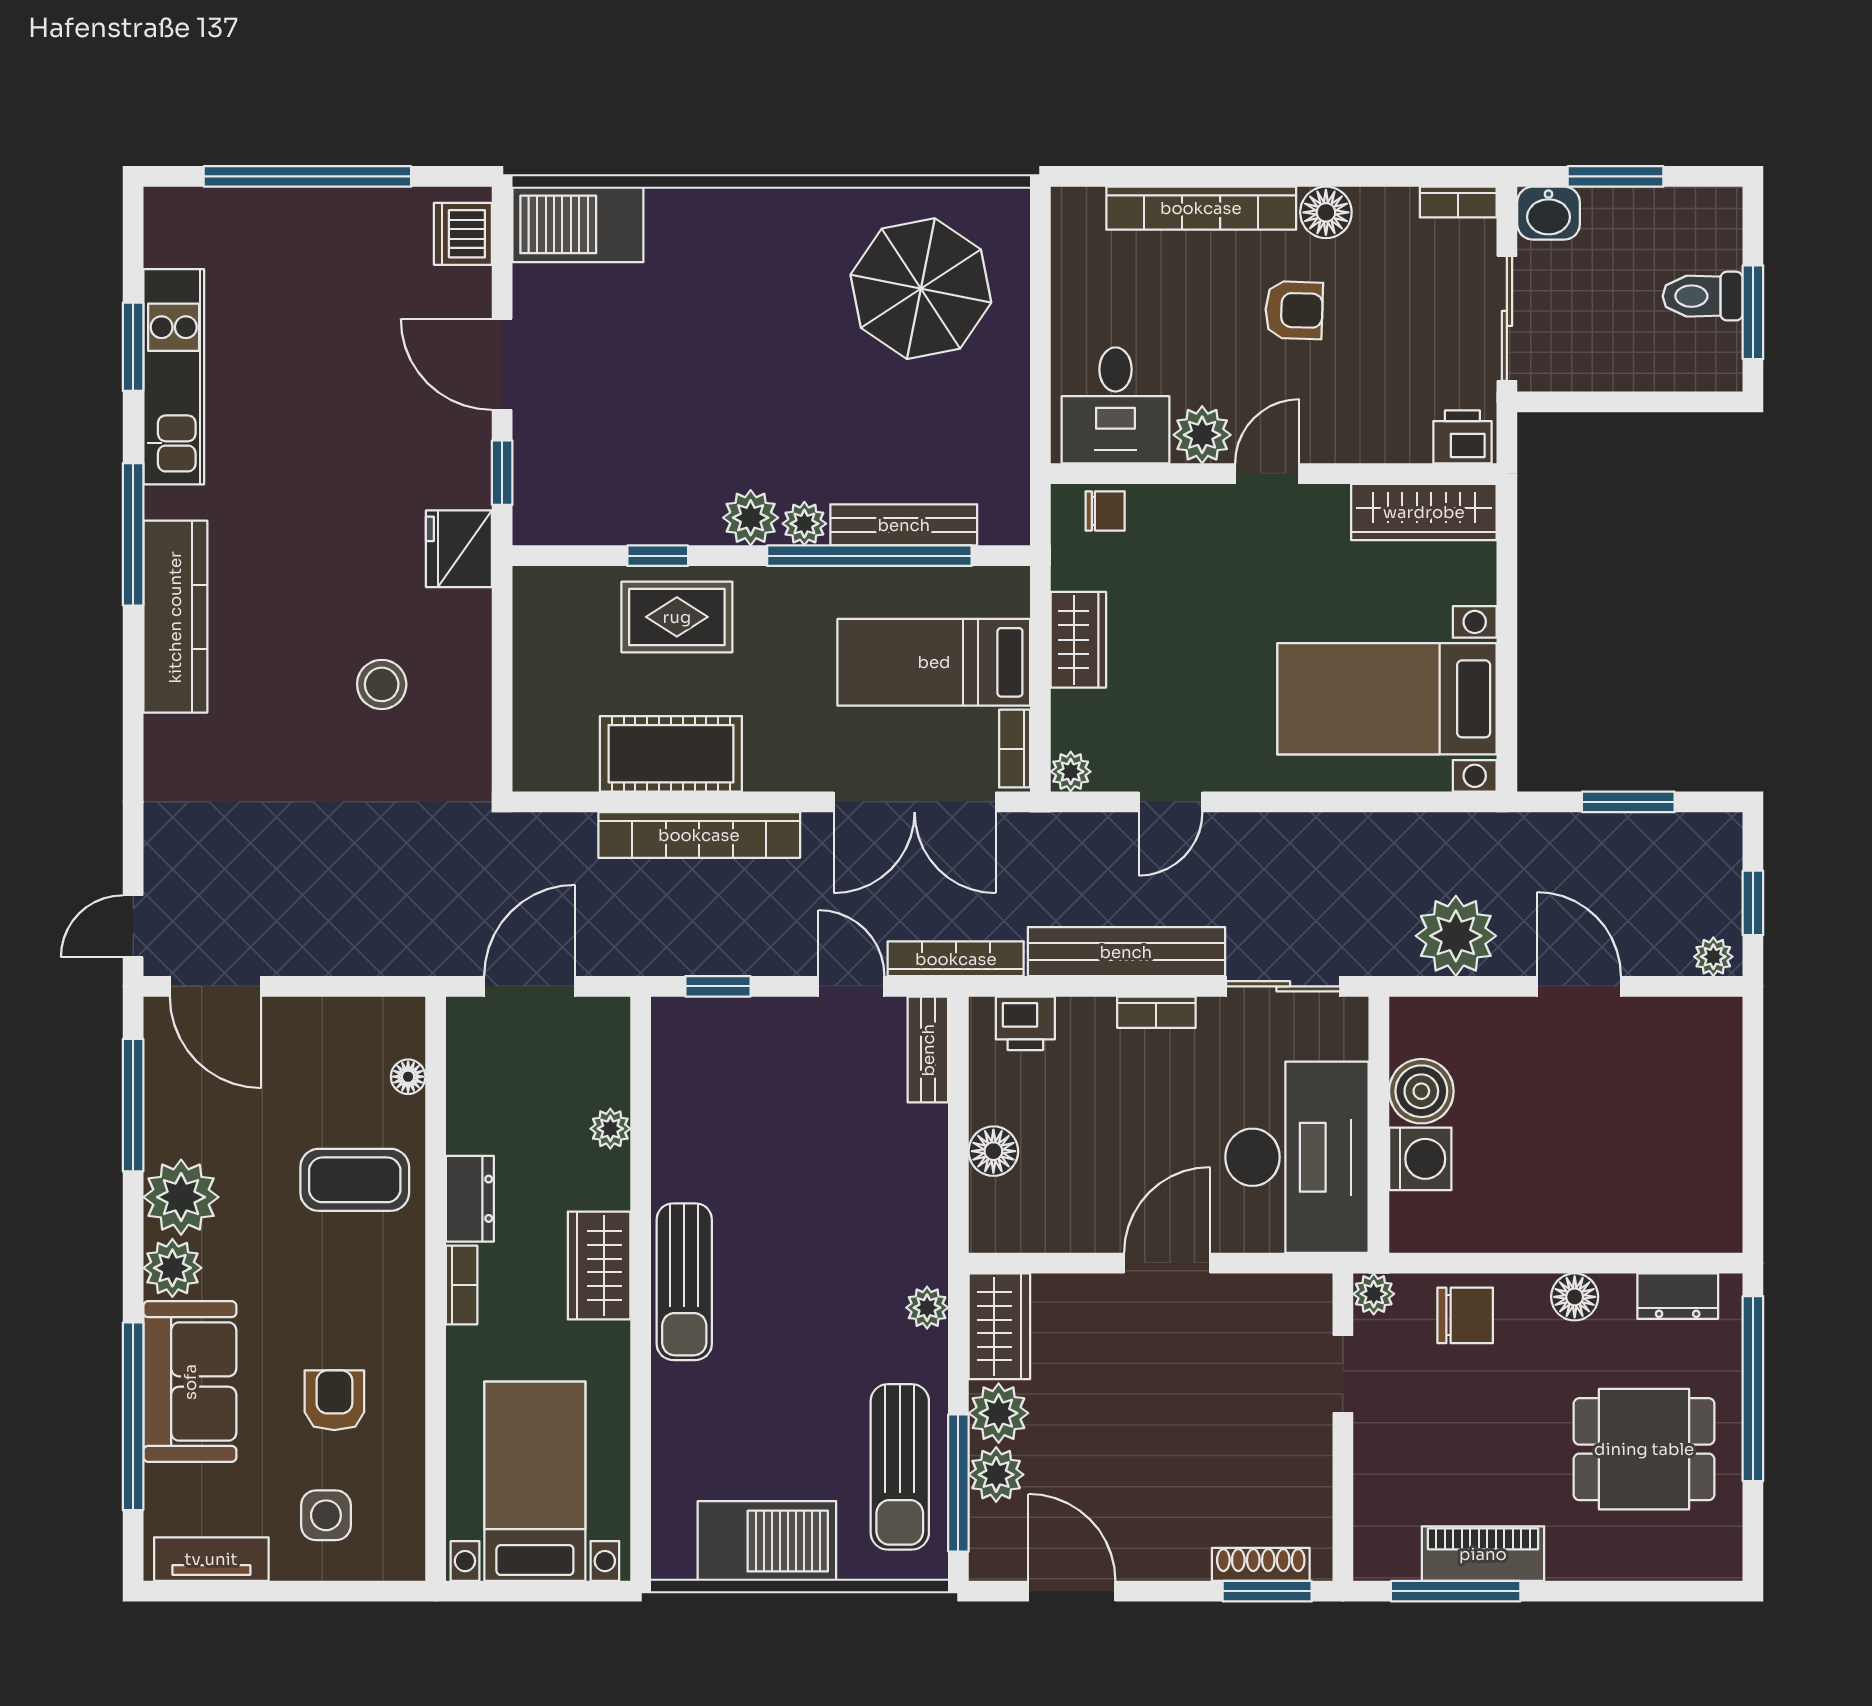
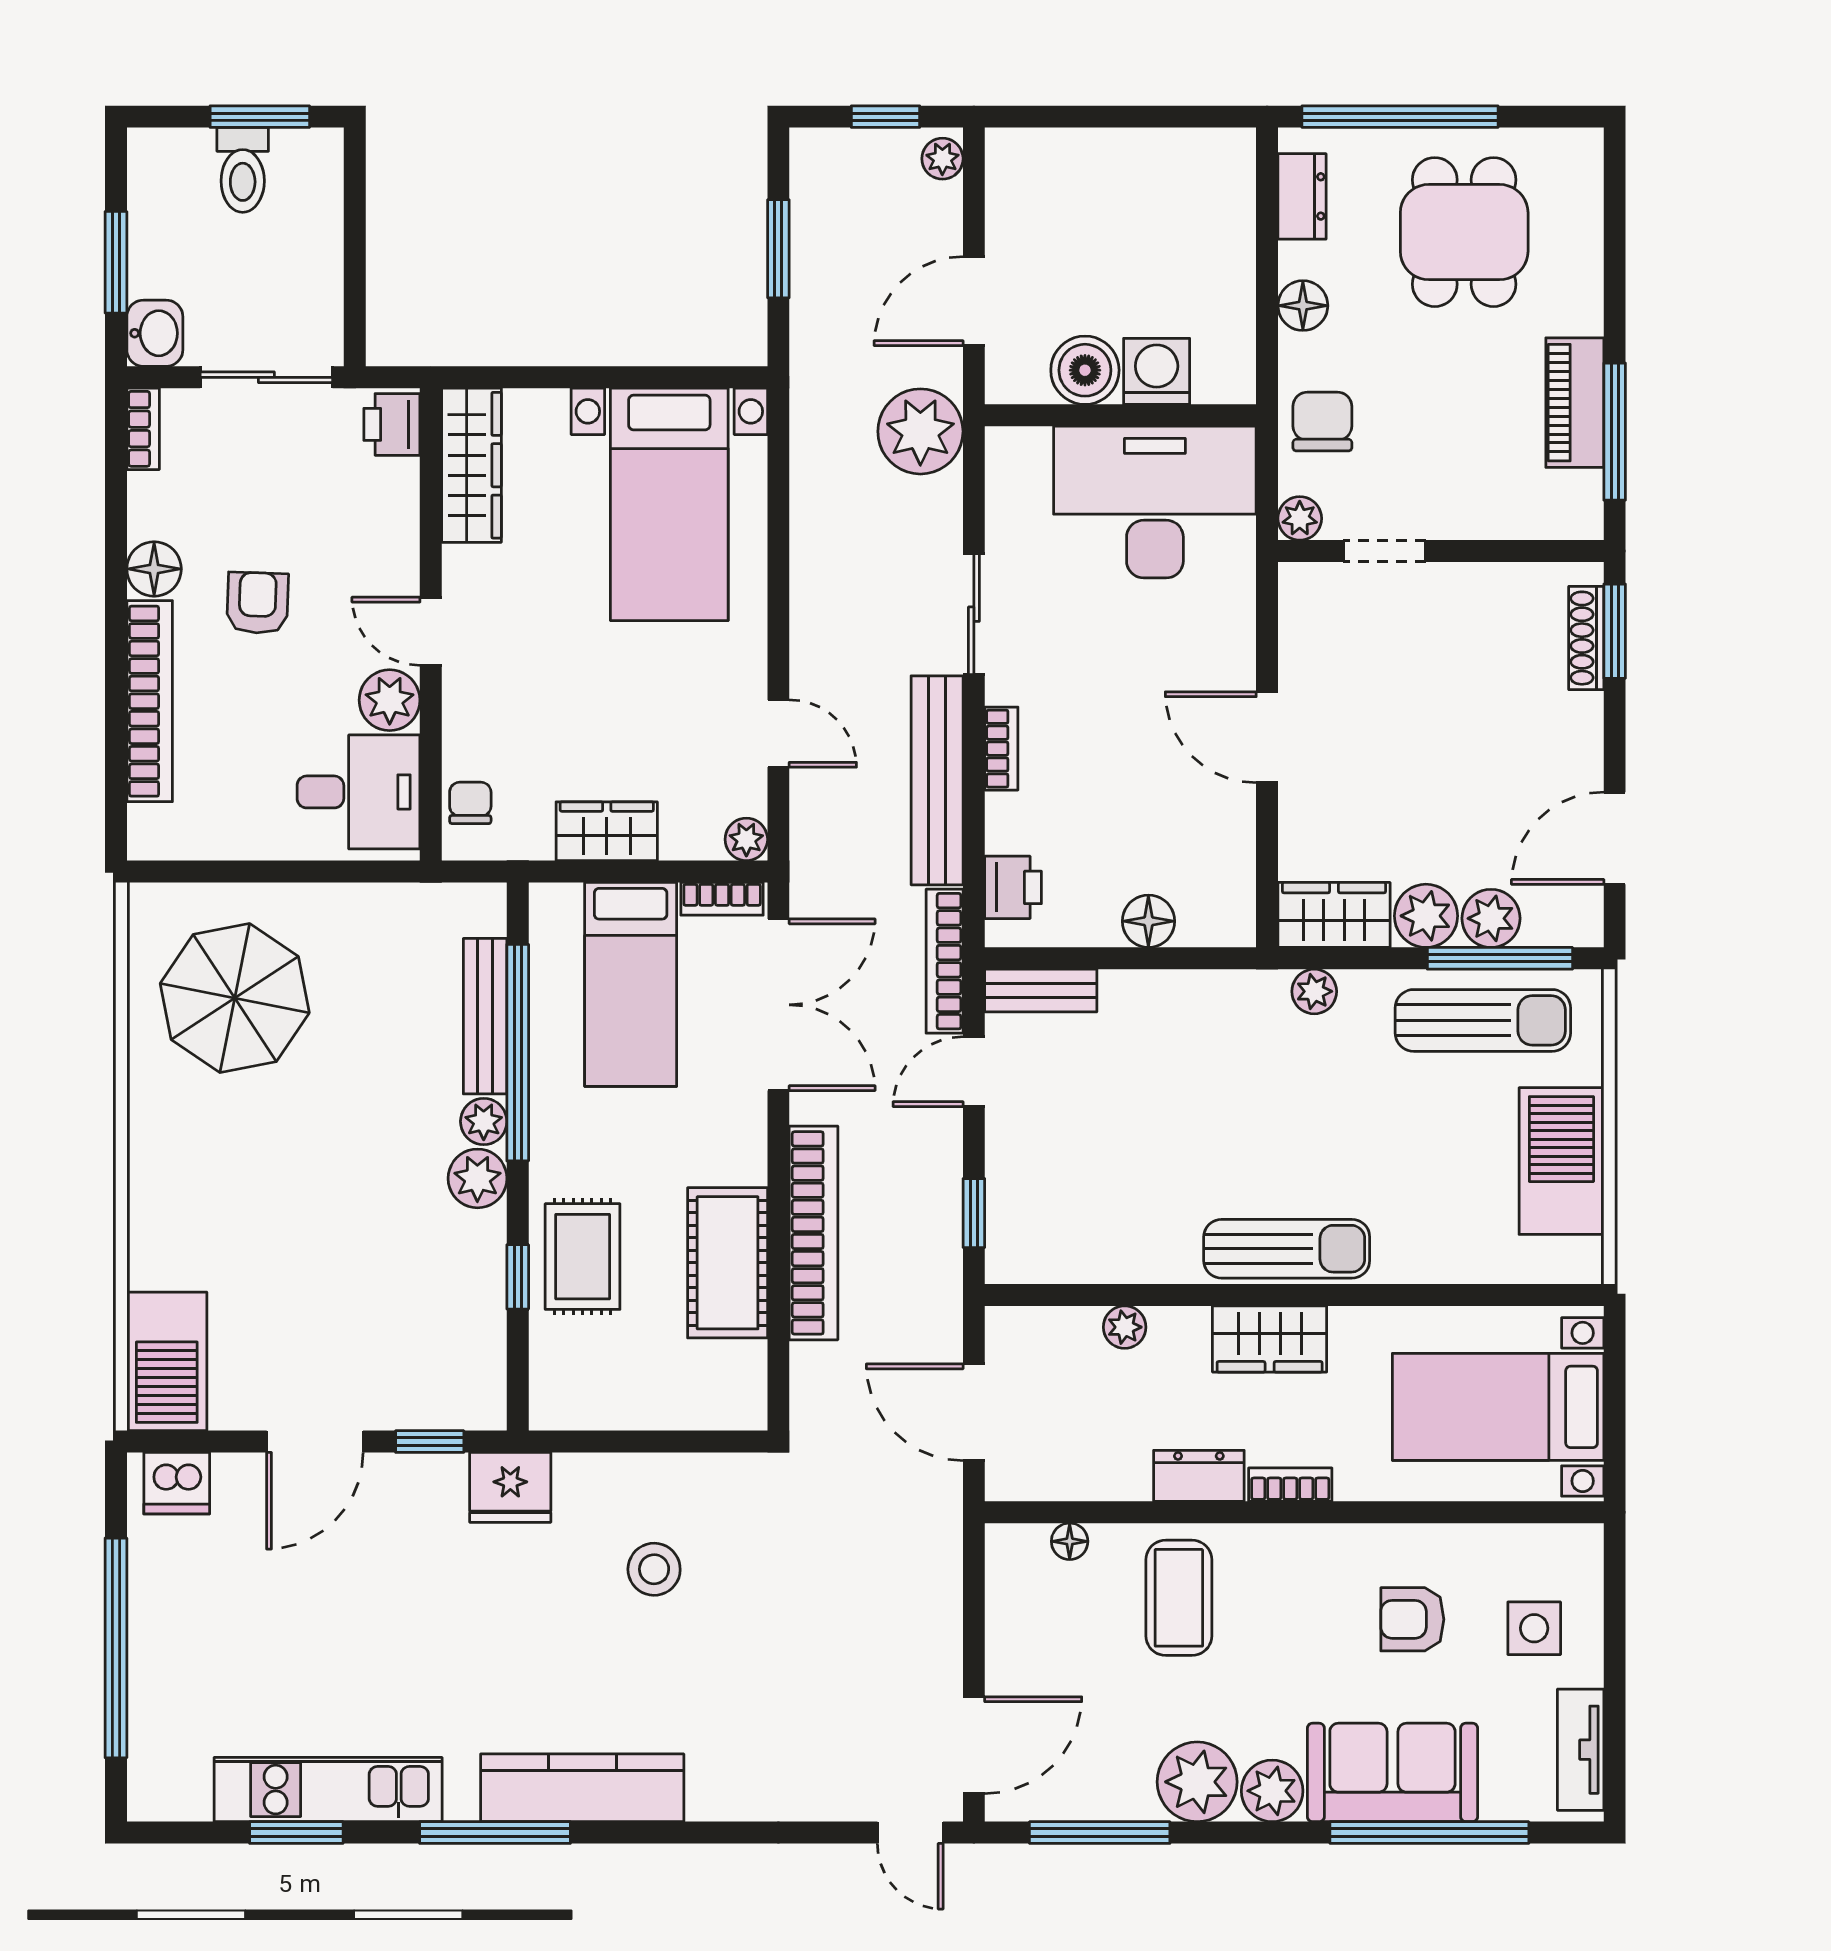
boiler: (1421, 1091) -> (1085, 370), moved
wall: (1379, 1125) -> (1120, 415), moved
desk: (1297, 1157) -> (1155, 502), moved
washing machine: (1420, 1159) -> (1157, 371), moved

